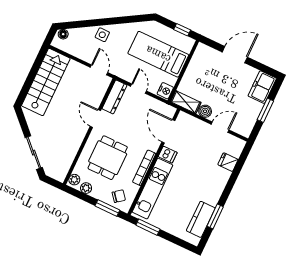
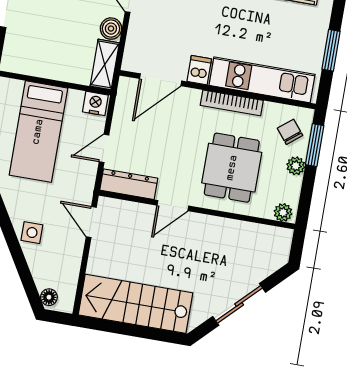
door: (99, 70) -> (91, 222), hinge flipped
sliding door: (34, 153) -> (239, 304), moved
dining table: (108, 158) -> (232, 168), turned 90
plant: (86, 188) -> (296, 166), moved
window: (148, 227) -> (331, 50), moved

